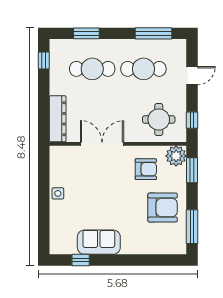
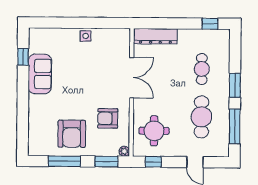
window: (86, 33) -> (235, 85), moved
cafe table: (92, 69) -> (202, 69), width x0.73, depth x0.74
plant: (176, 156) -> (124, 151), width x0.53, depth x0.53
armchair: (146, 169) -> (108, 118), turned 90
window: (192, 227) -> (64, 161), moved

